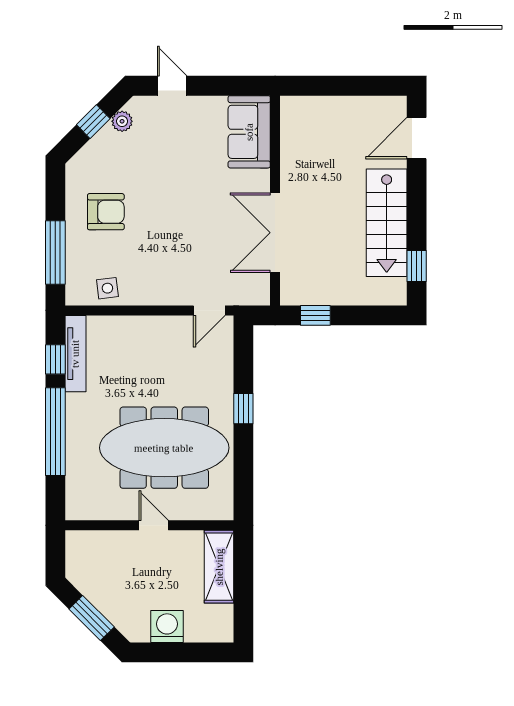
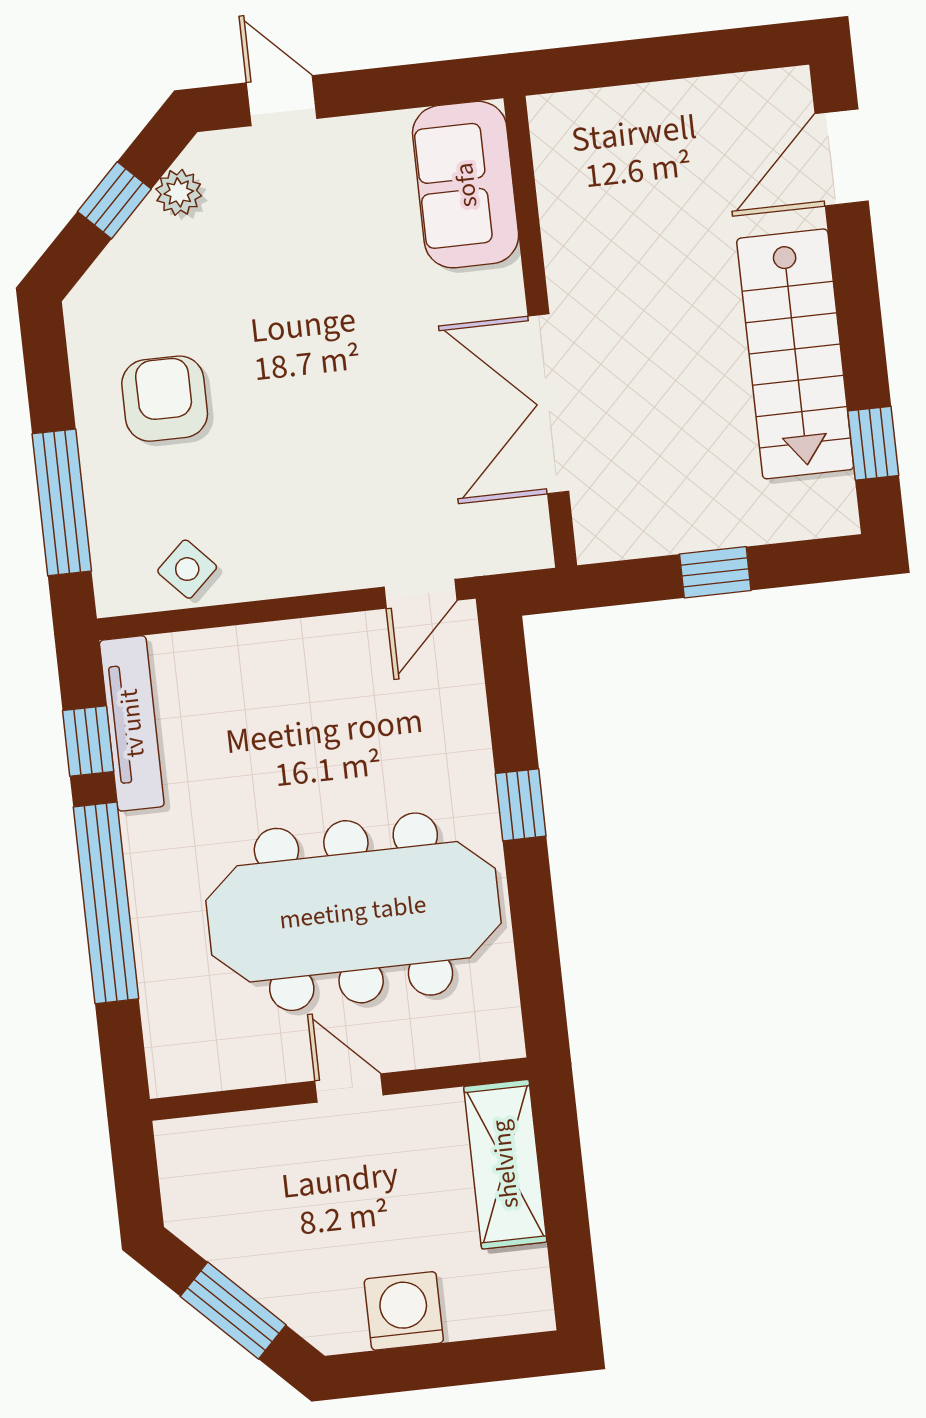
armchair: (106, 212) -> (165, 399), turned -90
side table: (107, 288) -> (187, 569), turned -36
window: (315, 315) -> (715, 572), moved

